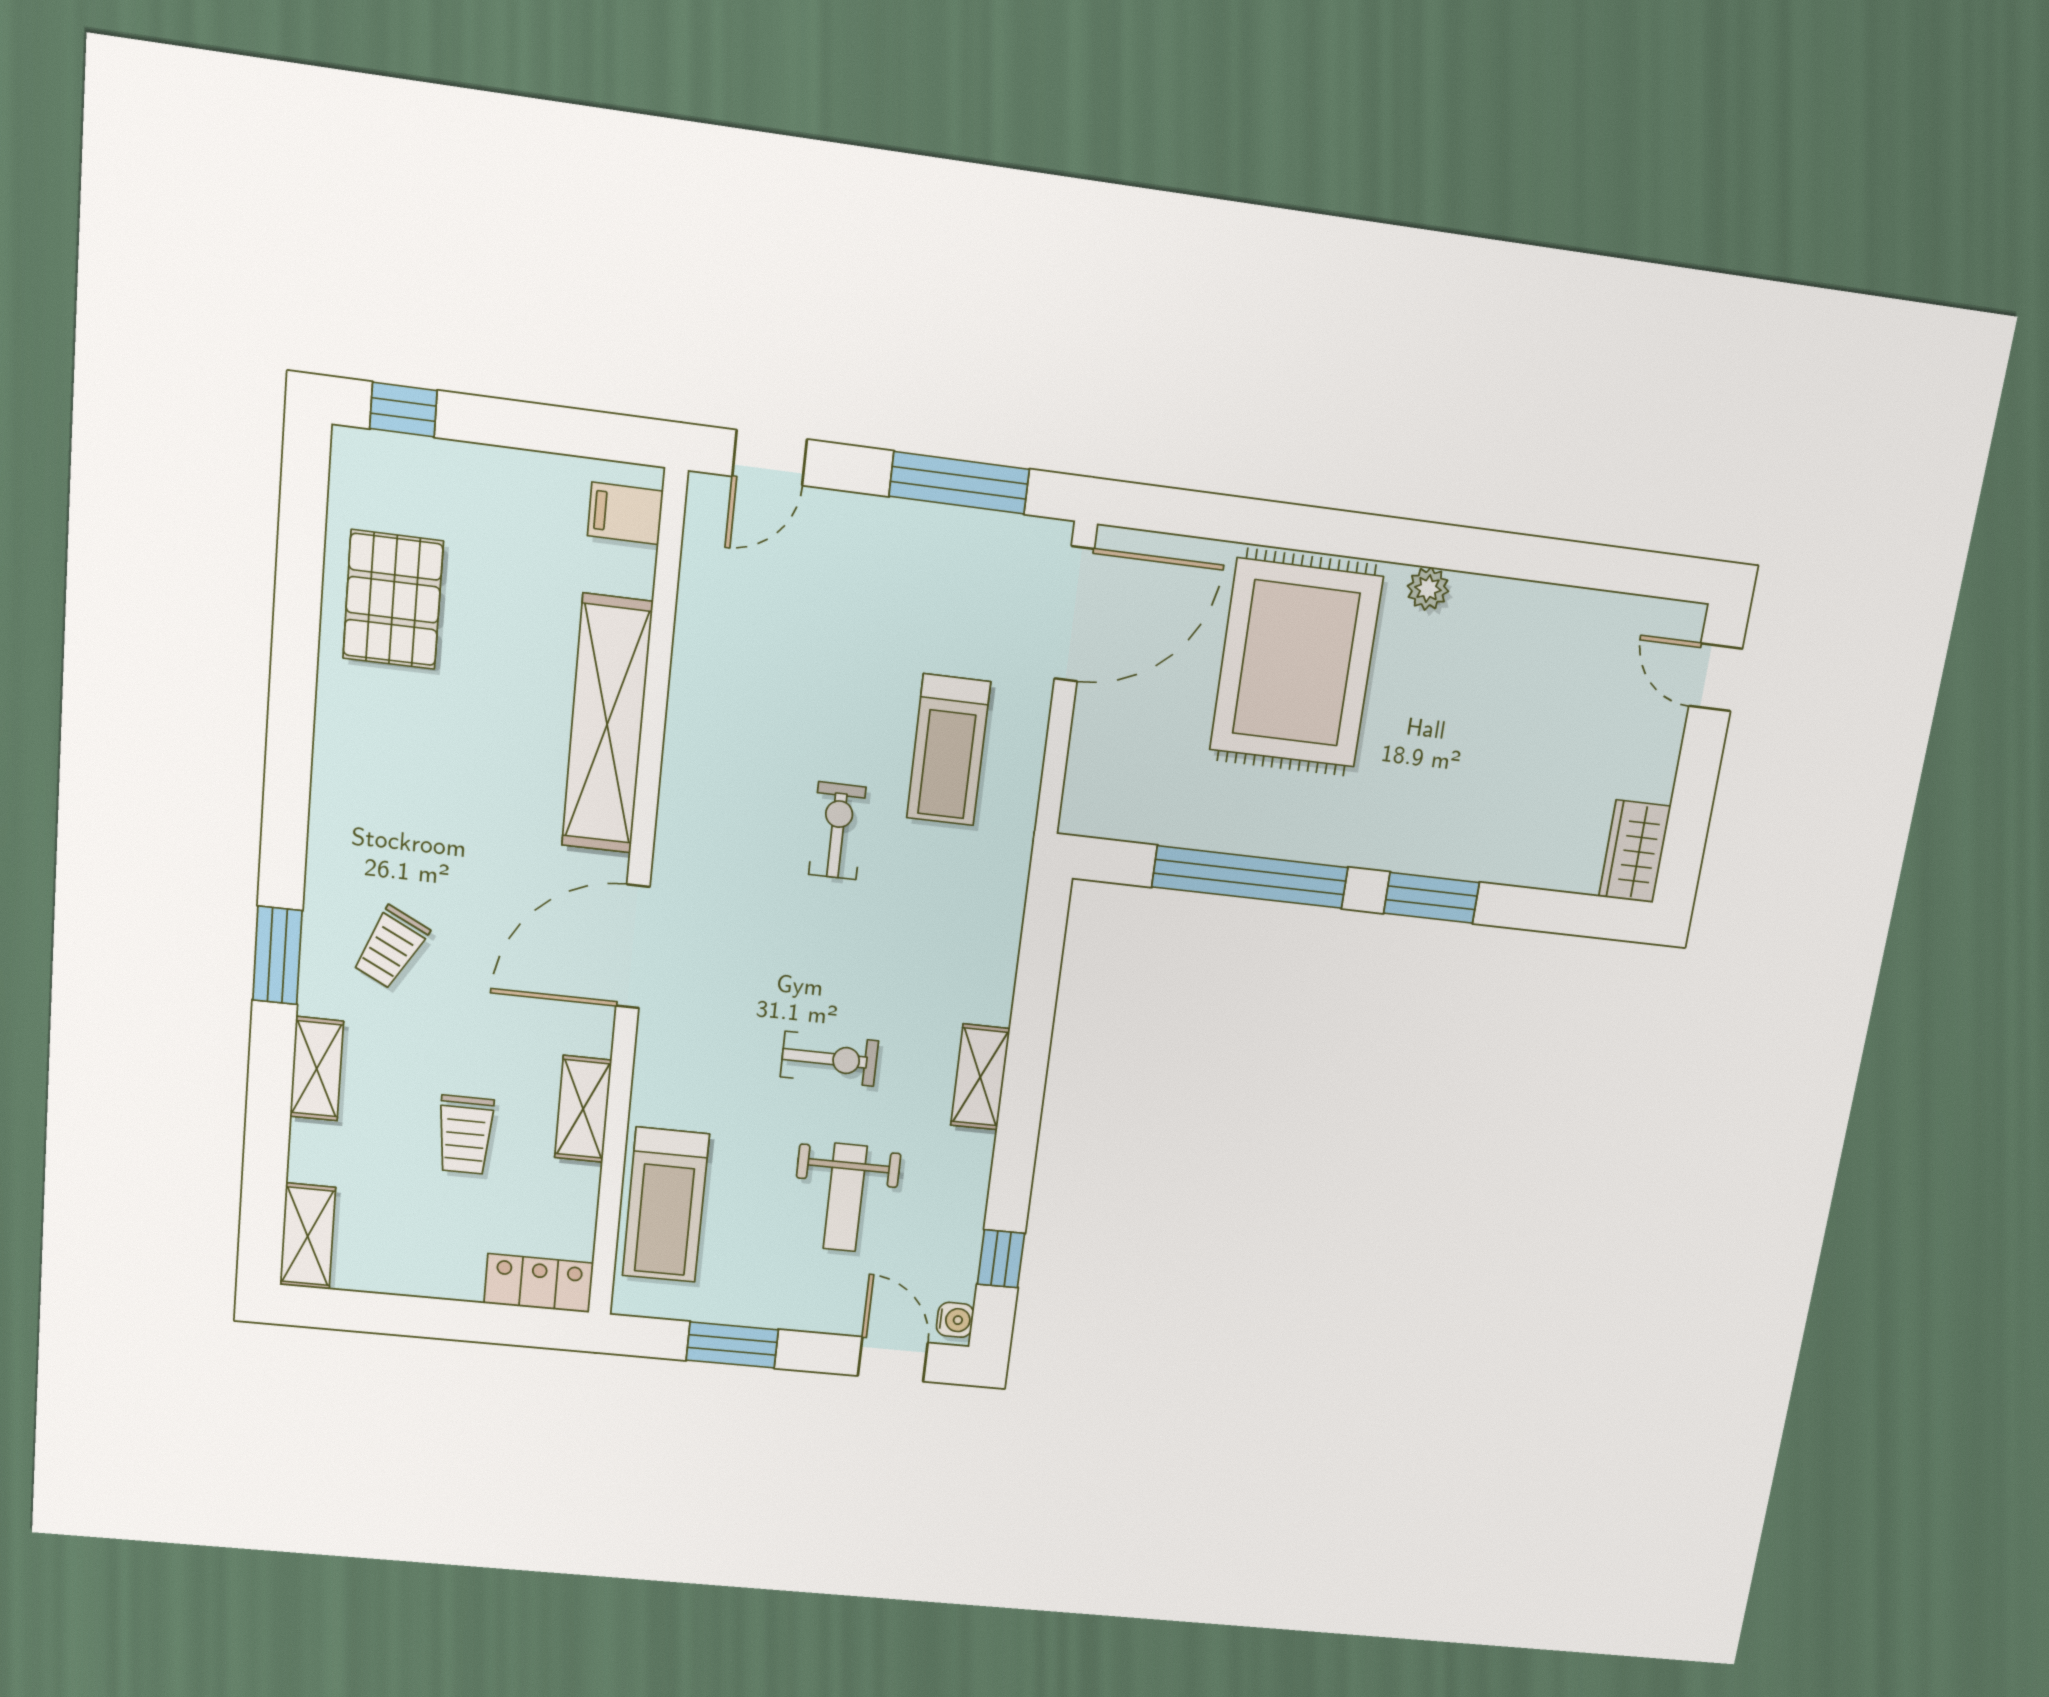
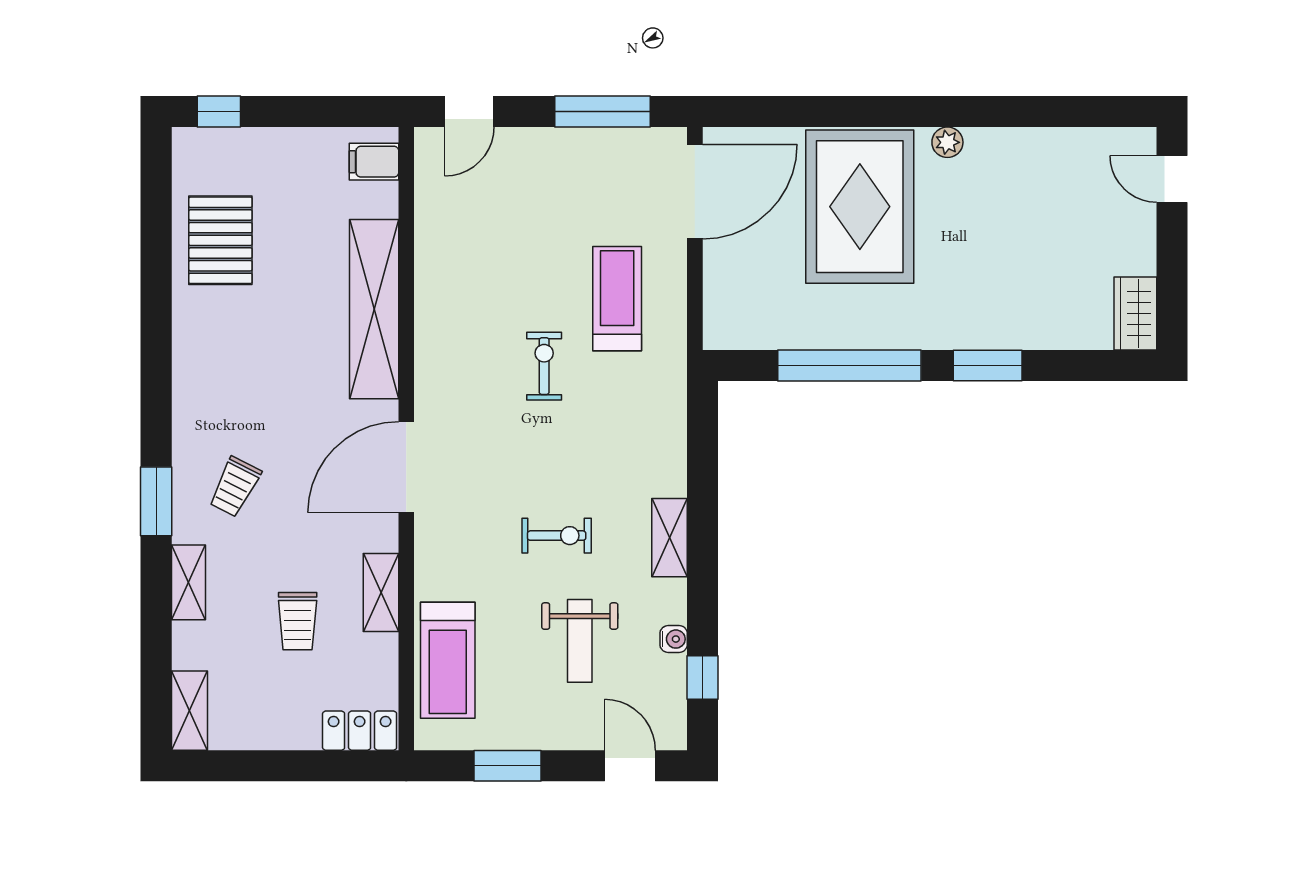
treadmill: (948, 750) -> (617, 299), turned 180
water cooler: (955, 1320) -> (674, 639), moved

